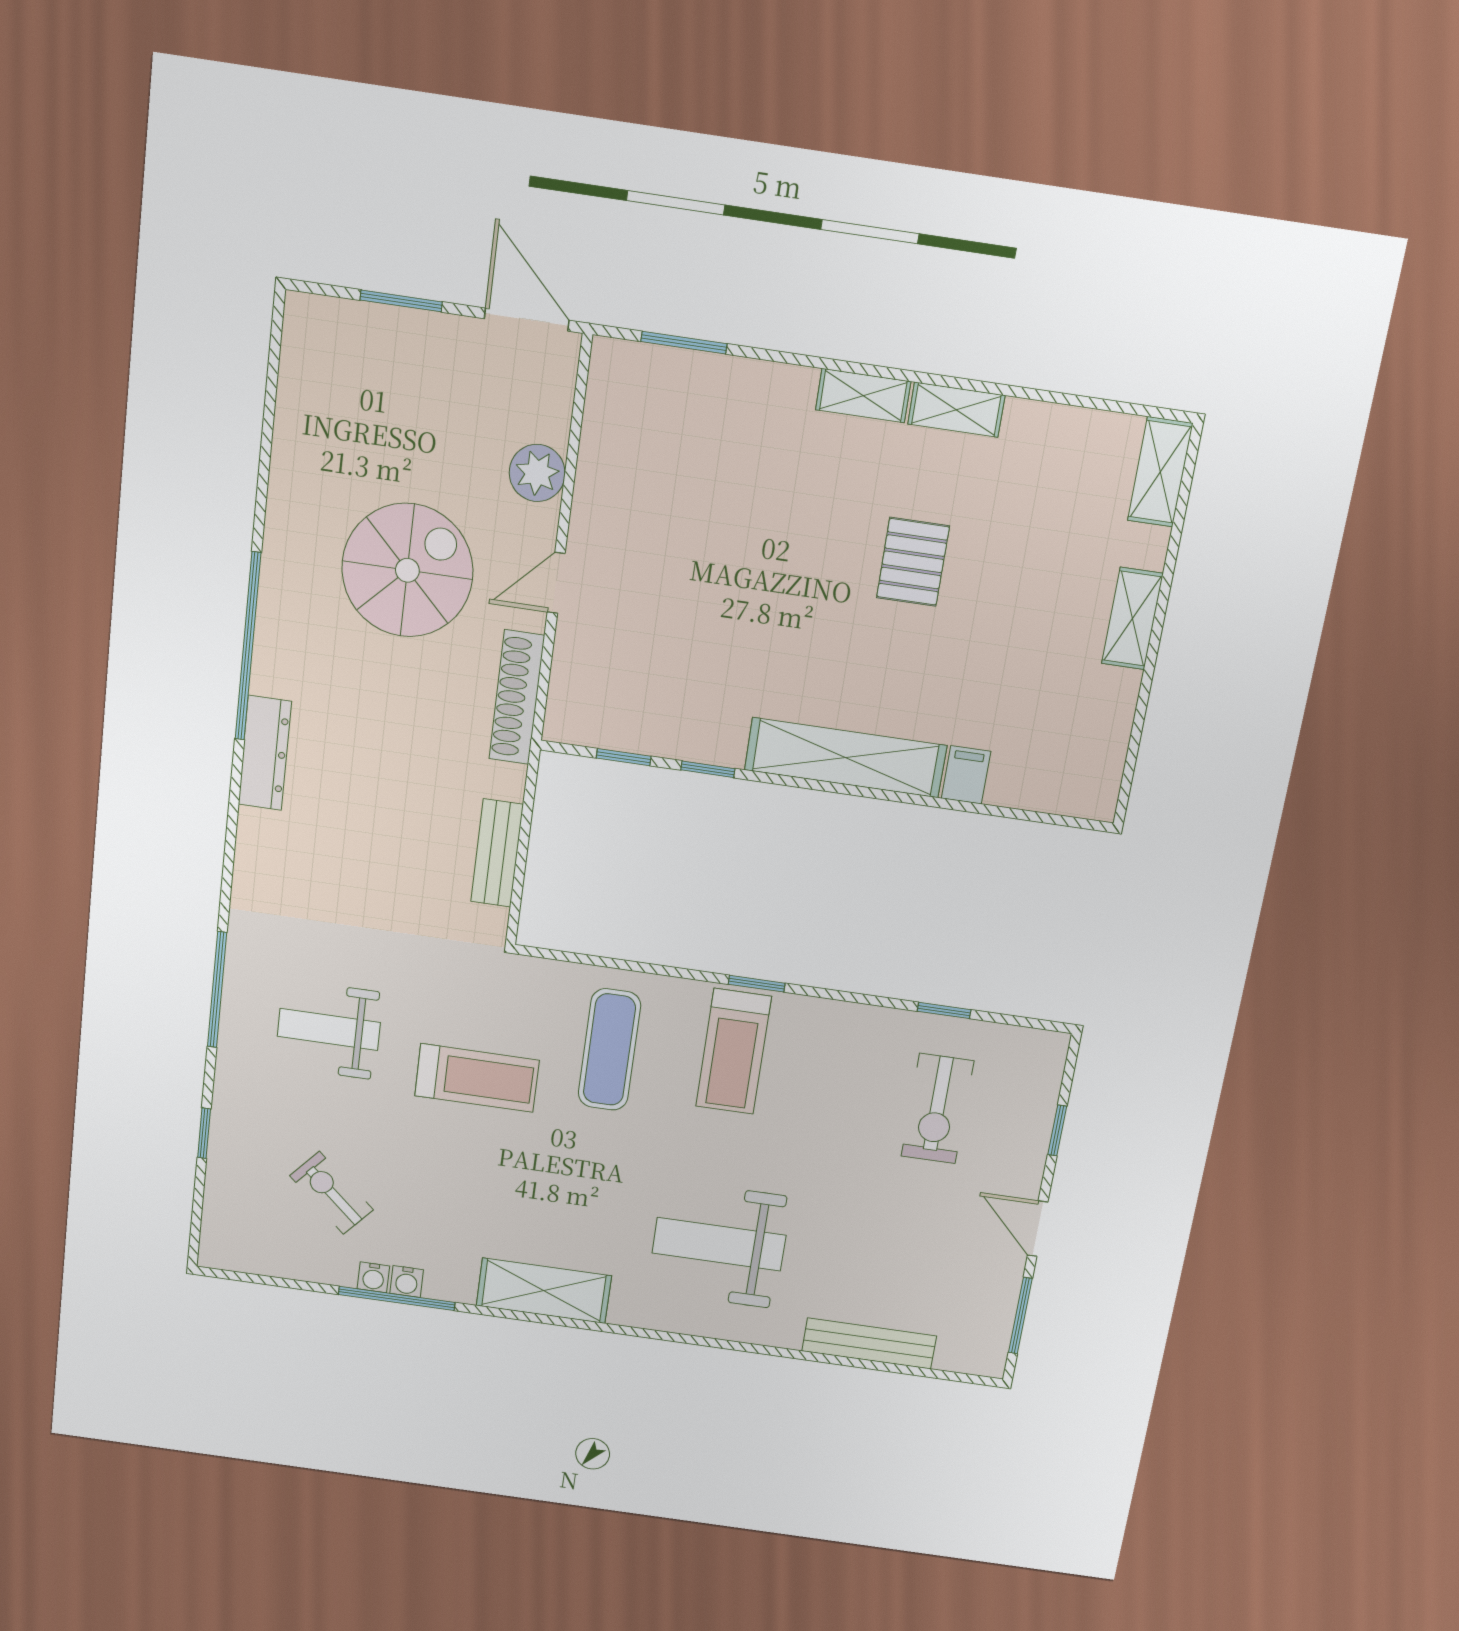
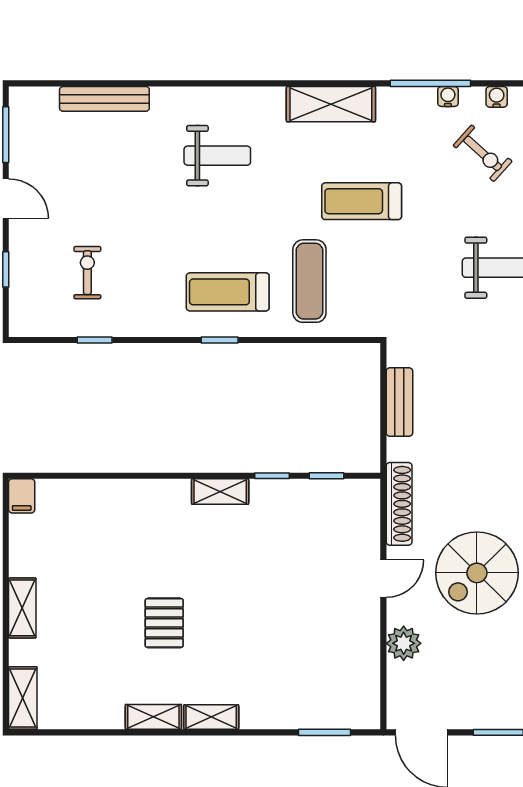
shelving: (846, 758) -> (220, 492), width x0.45, depth x0.75
filing cabinet: (966, 775) -> (22, 496), moved
treadmill: (734, 1051) -> (228, 292), turned -90
treadmill: (477, 1078) -> (362, 201), moved
exercise bike: (937, 1109) -> (87, 273), width x0.73, depth x0.72
weight bench: (719, 1244) -> (217, 156), width x0.73, depth x0.75
water cooler: (407, 1282) -> (497, 97), moved

